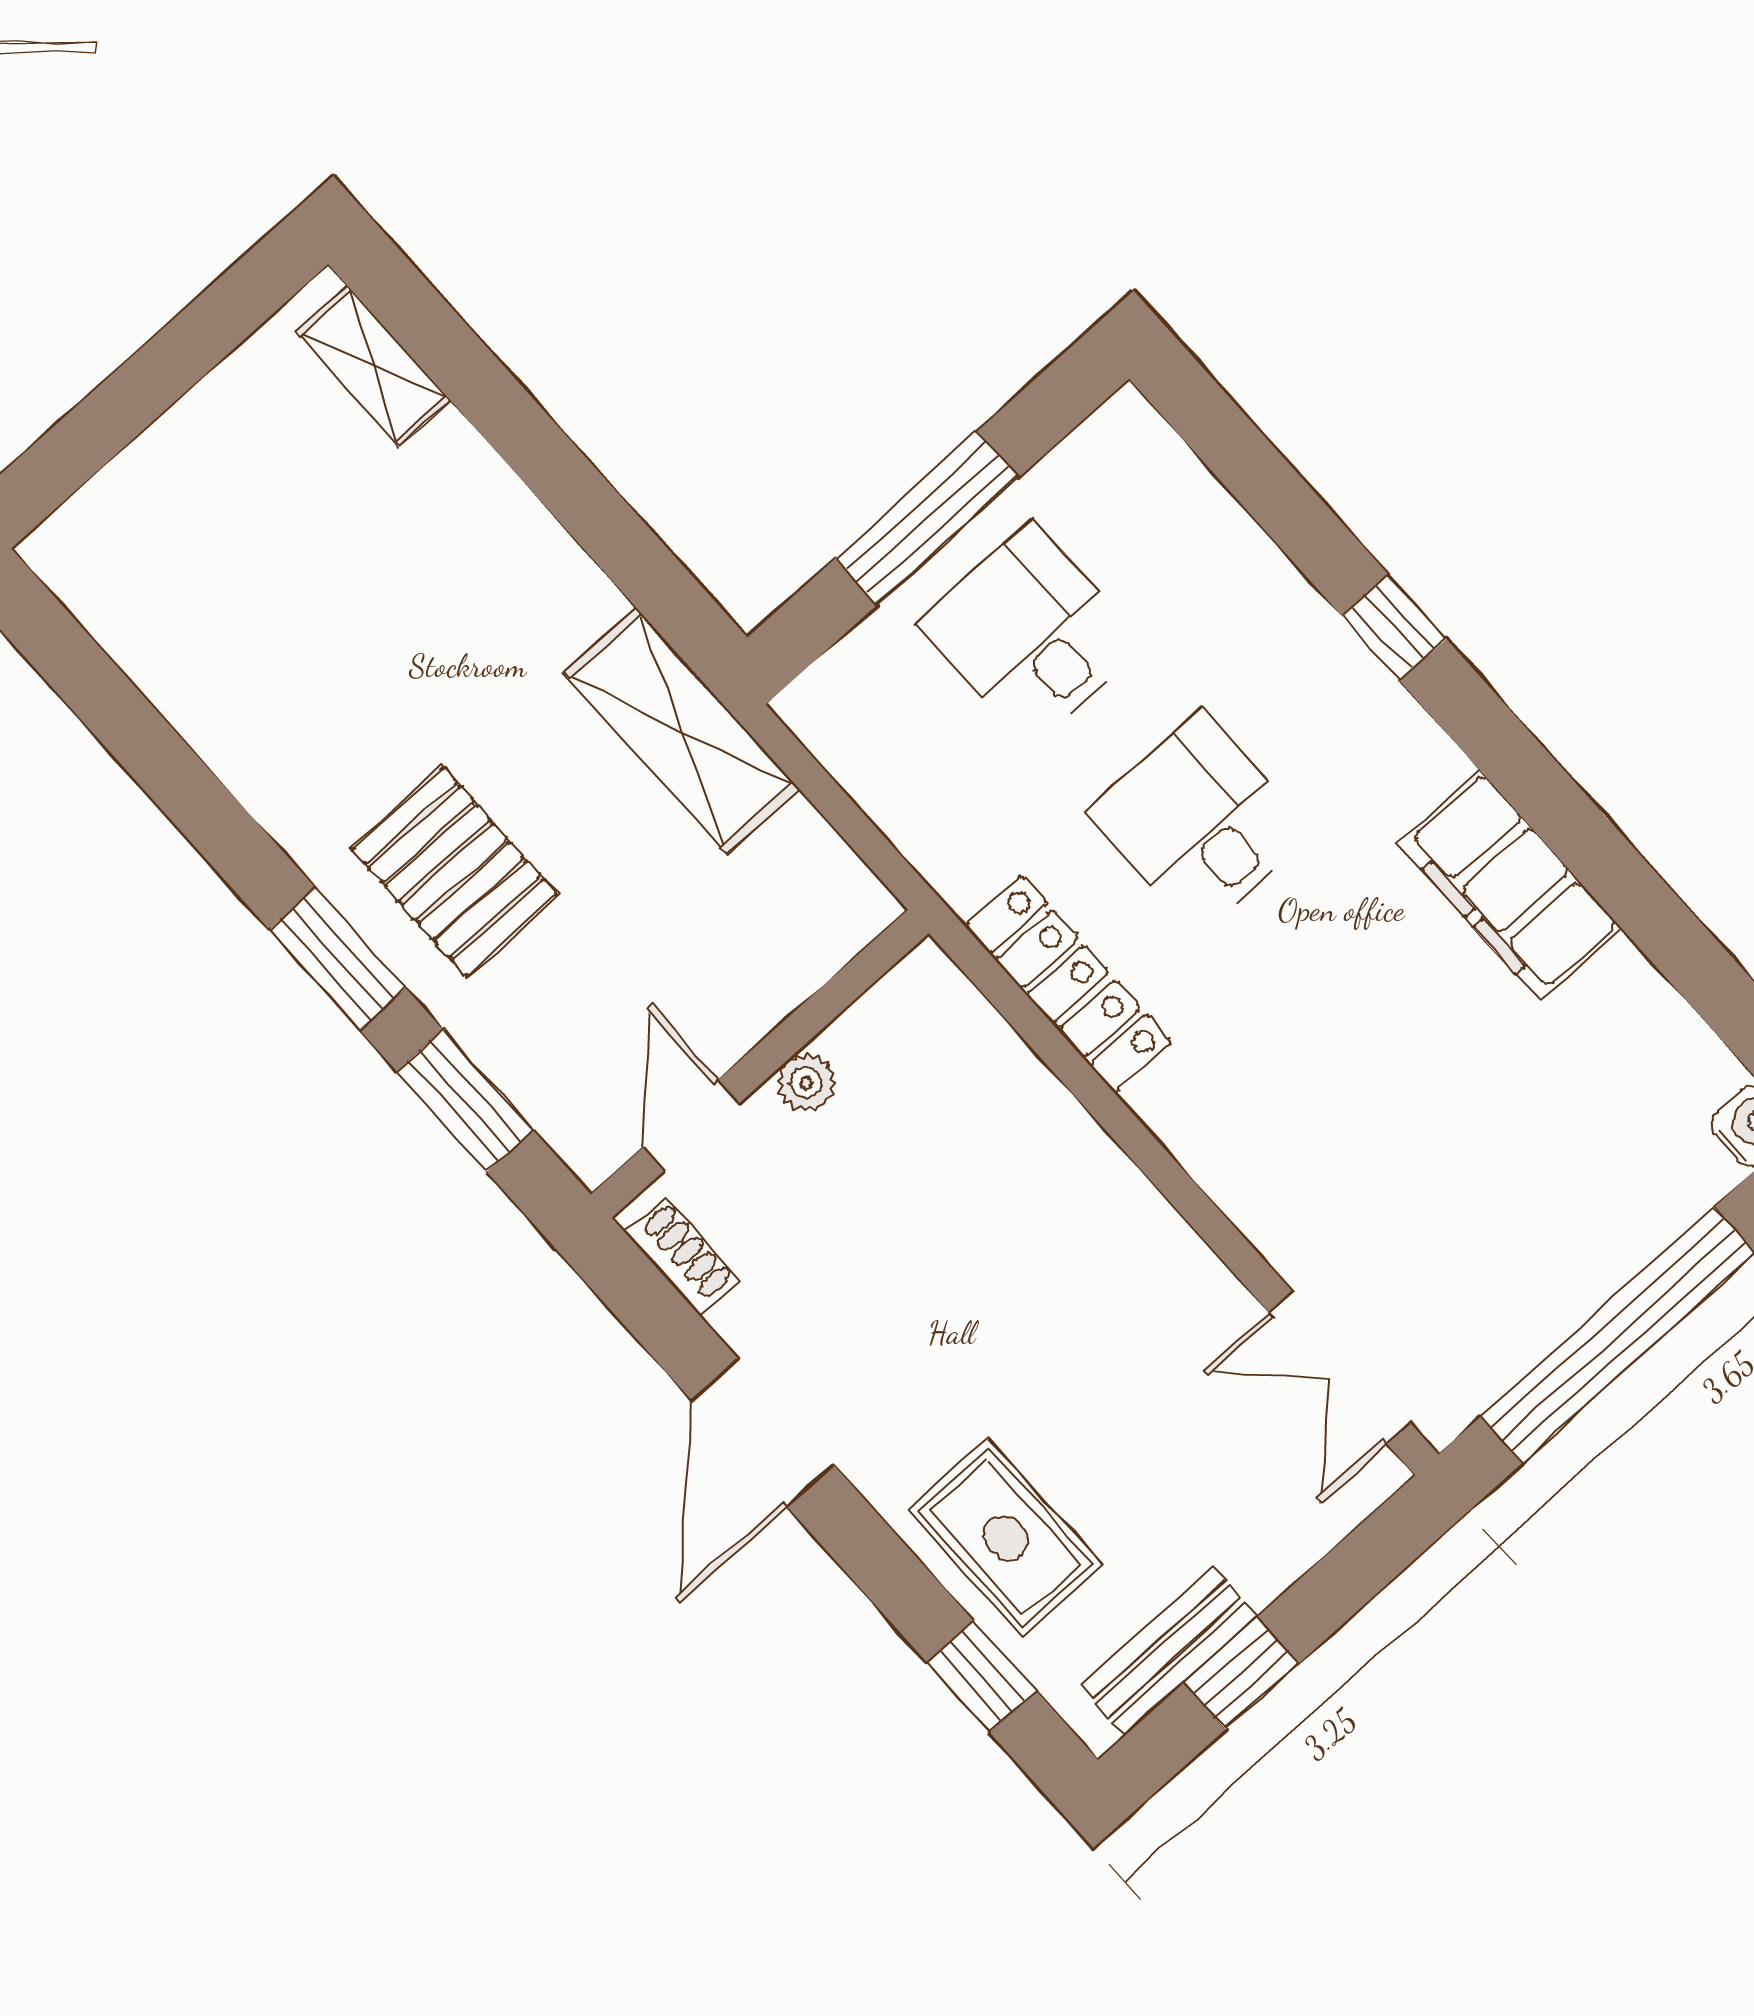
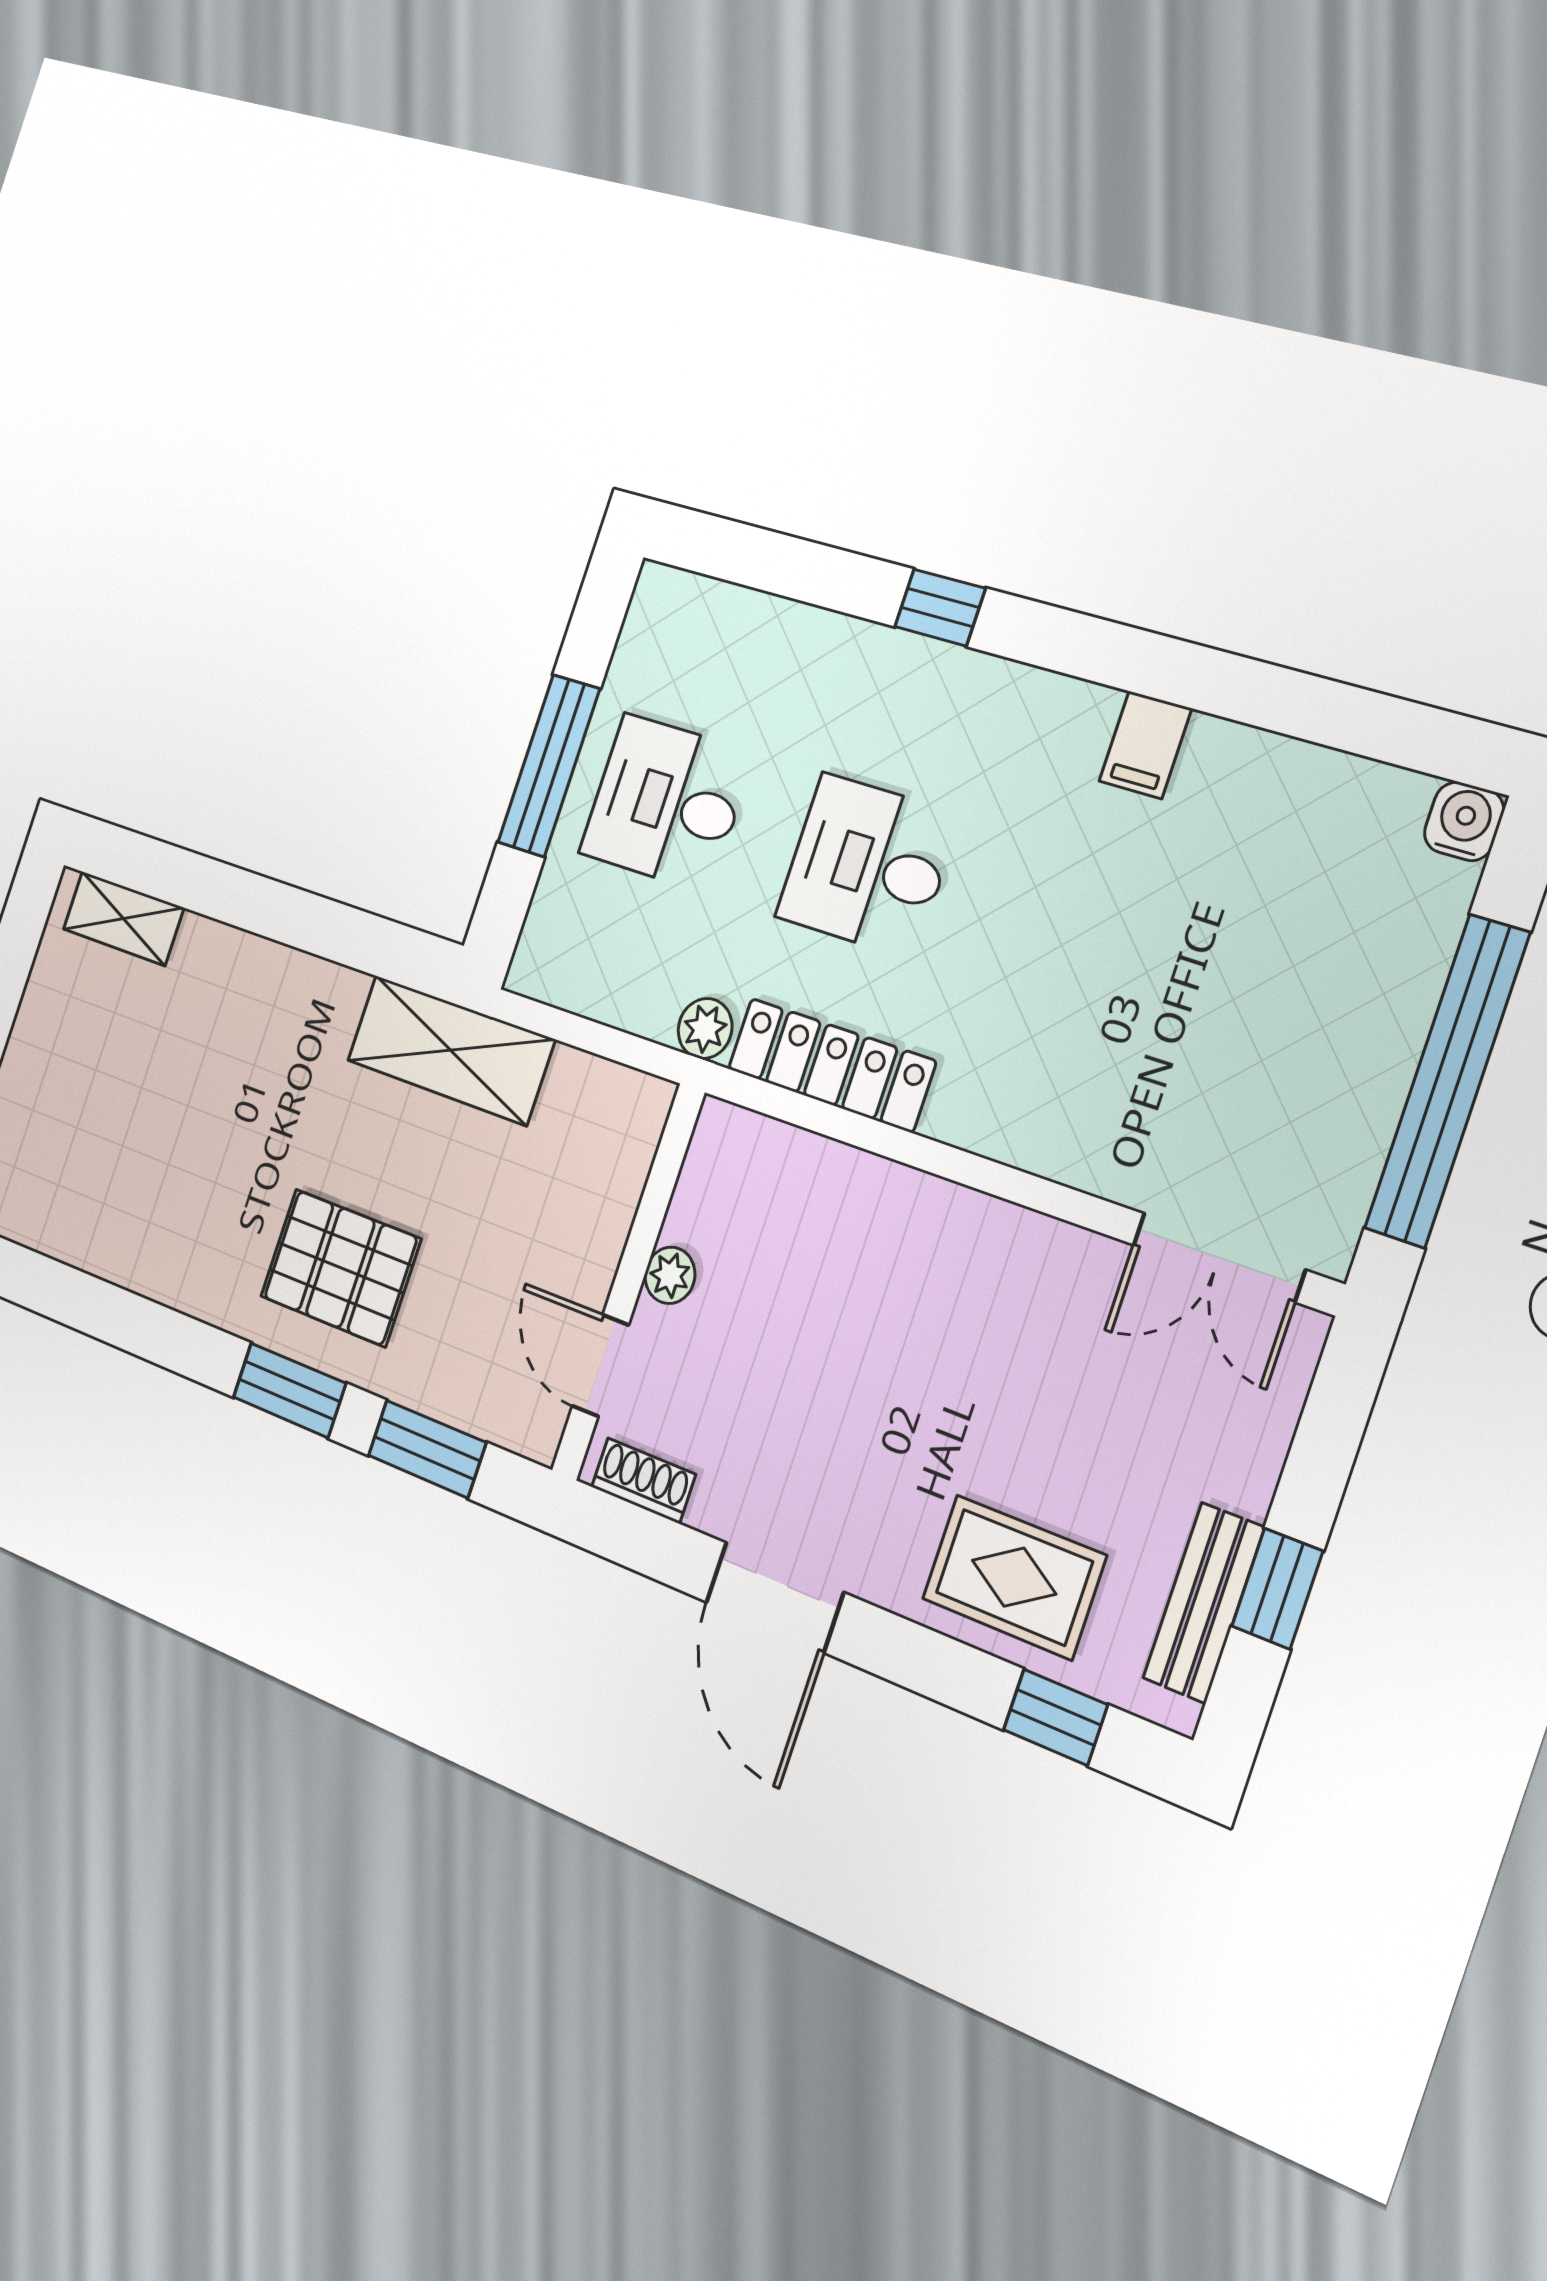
plant: (960, 874) -> (705, 1029), added
filing cabinet: (1510, 885) -> (1145, 745), width x0.33, depth x0.86

